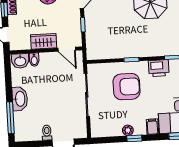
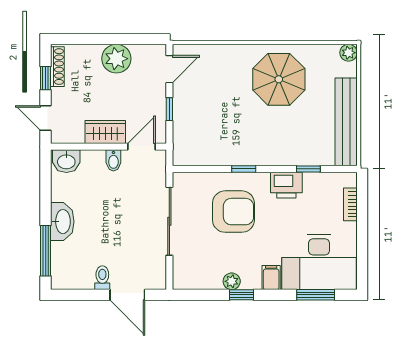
door: (67, 49) -> (141, 147), swing flipped
bidet: (34, 60) -> (113, 160), moved

